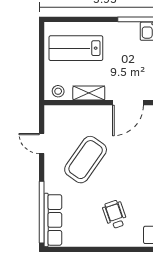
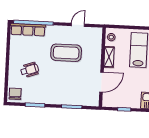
door: (128, 103) -> (102, 82), swing flipped
coffee table: (86, 160) -> (66, 53), turned -35

